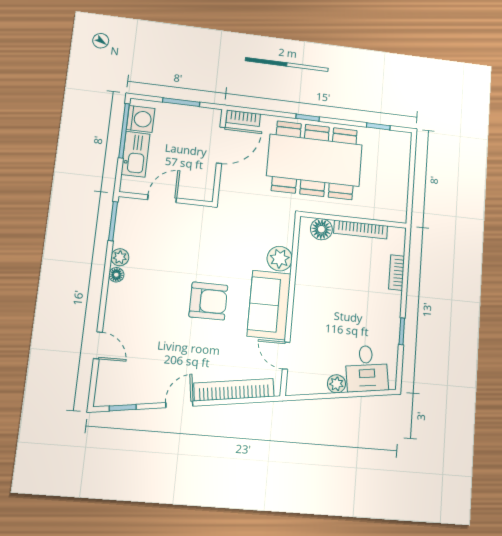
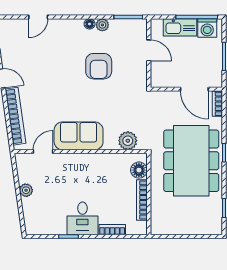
plant: (280, 259) -> (128, 141), moved
armchair: (208, 301) -> (99, 66), moved
desk: (367, 368) -> (82, 218), moved, turned -82

